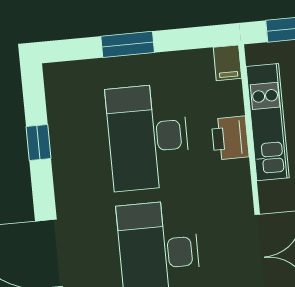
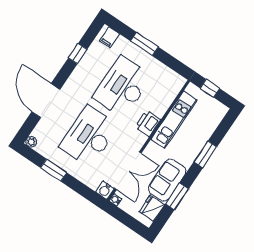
filing cabinet: (227, 63) -> (110, 37), moved
printer: (230, 138) -> (148, 123), moved

